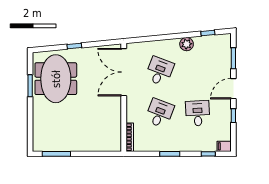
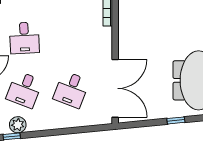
plant: (187, 44) -> (18, 125), moved
desk: (159, 113) -> (24, 90), moved

